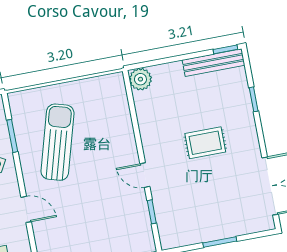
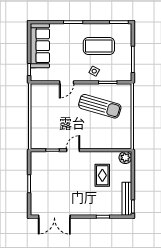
rug: (205, 143) -> (102, 175), moved

